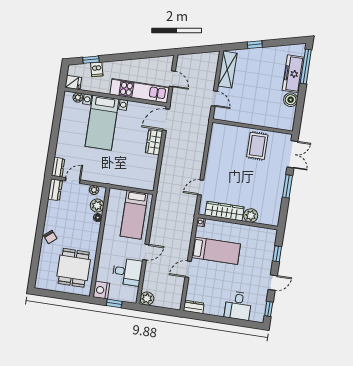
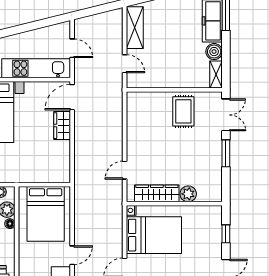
shelving: (289, 119) -> (216, 74), added
bed: (134, 215) -> (46, 214), width x1.50
bed: (216, 251) -> (154, 235), width x1.50

